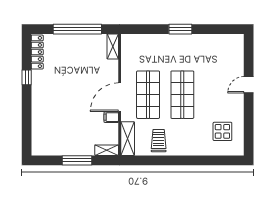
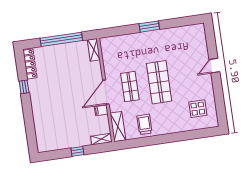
shop shelf: (148, 95) -> (130, 87), width x0.70, depth x0.74
window: (77, 160) -> (77, 151), width x0.46

